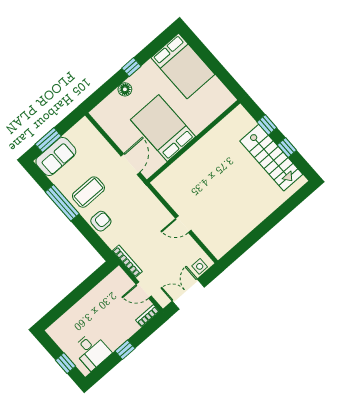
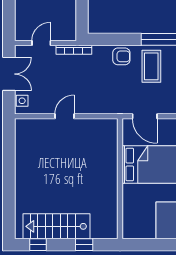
window: (287, 148) -> (38, 245), moved
armchair: (101, 221) -> (121, 56), turned -90
bookcase: (148, 316) -> (19, 29), removed

